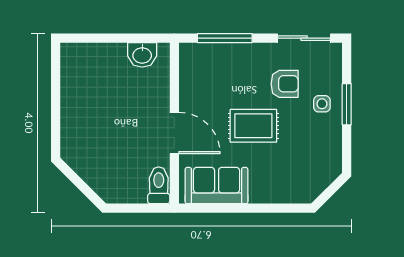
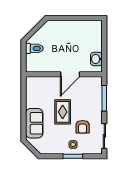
door: (174, 133) -> (70, 74), moved
toilet: (159, 185) -> (34, 48), moved
sofa: (217, 186) -> (34, 123), moved

